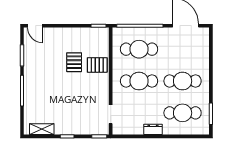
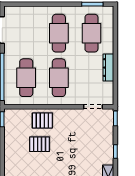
pallet: (97, 65) -> (42, 120), turned 90
dresser: (153, 129) -> (108, 68), width x1.44

